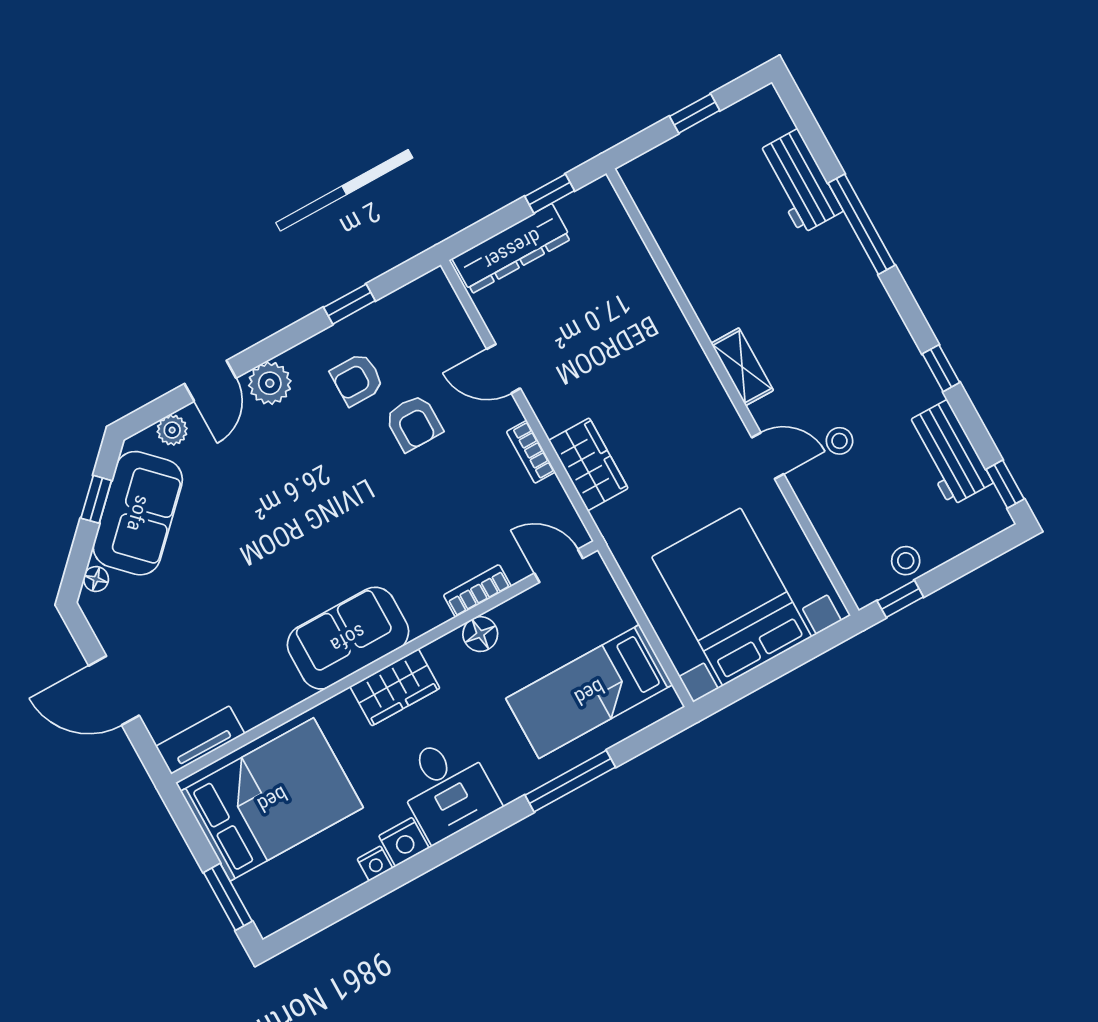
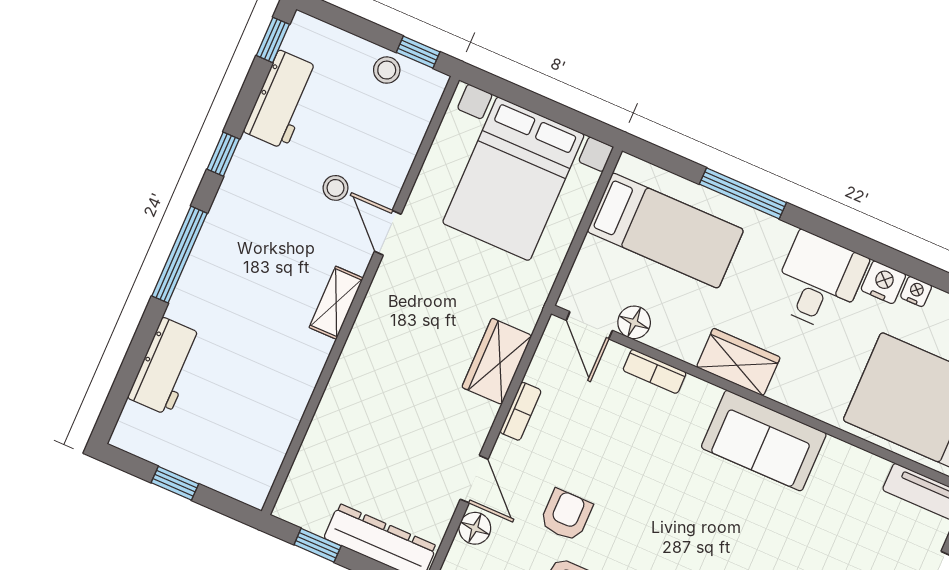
window: (862, 224) -> (180, 255), moved
floor lamp: (462, 337) -> (475, 528), added
floor lamp: (480, 634) -> (634, 322), moved
wardrobe: (395, 687) -> (738, 362), moved

